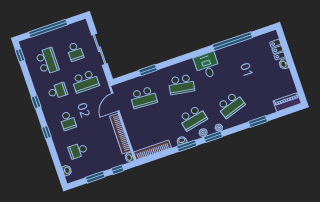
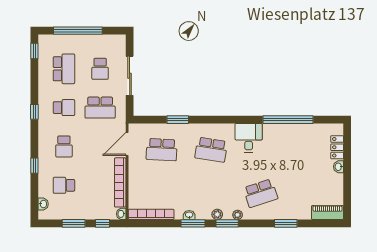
school desk: (193, 118) -> (211, 193), removed
window: (46, 132) -> (34, 166), moved

